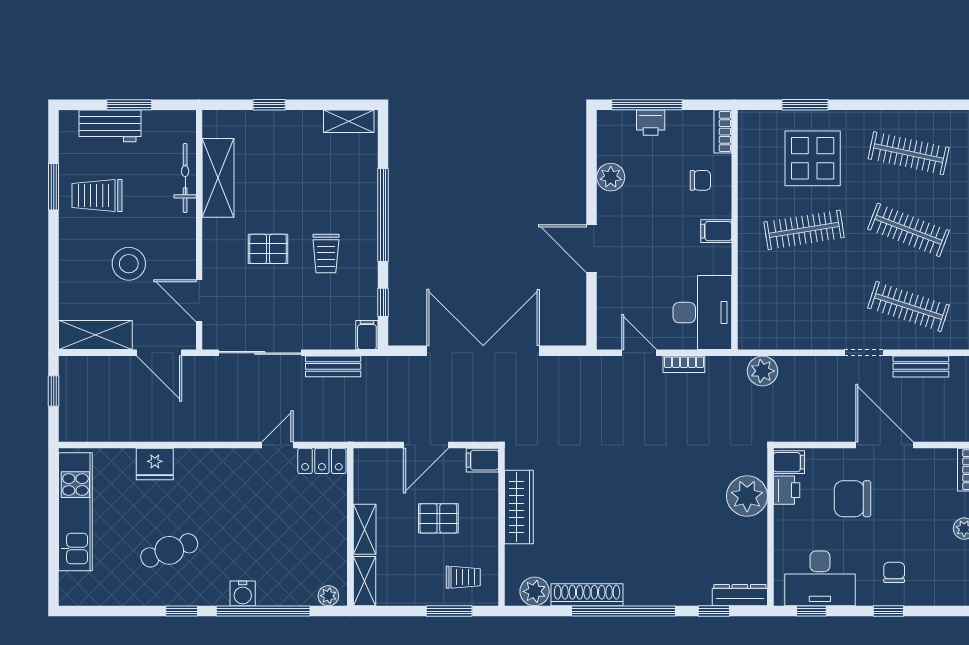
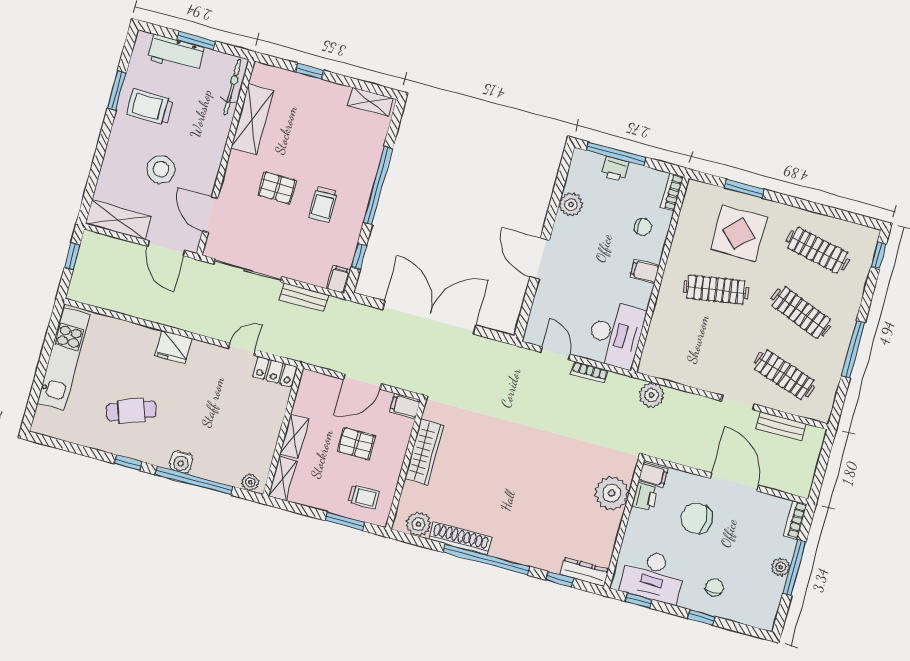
bicycle: (185, 178) -> (232, 87), moved
fridge: (155, 464) -> (174, 347), moved

